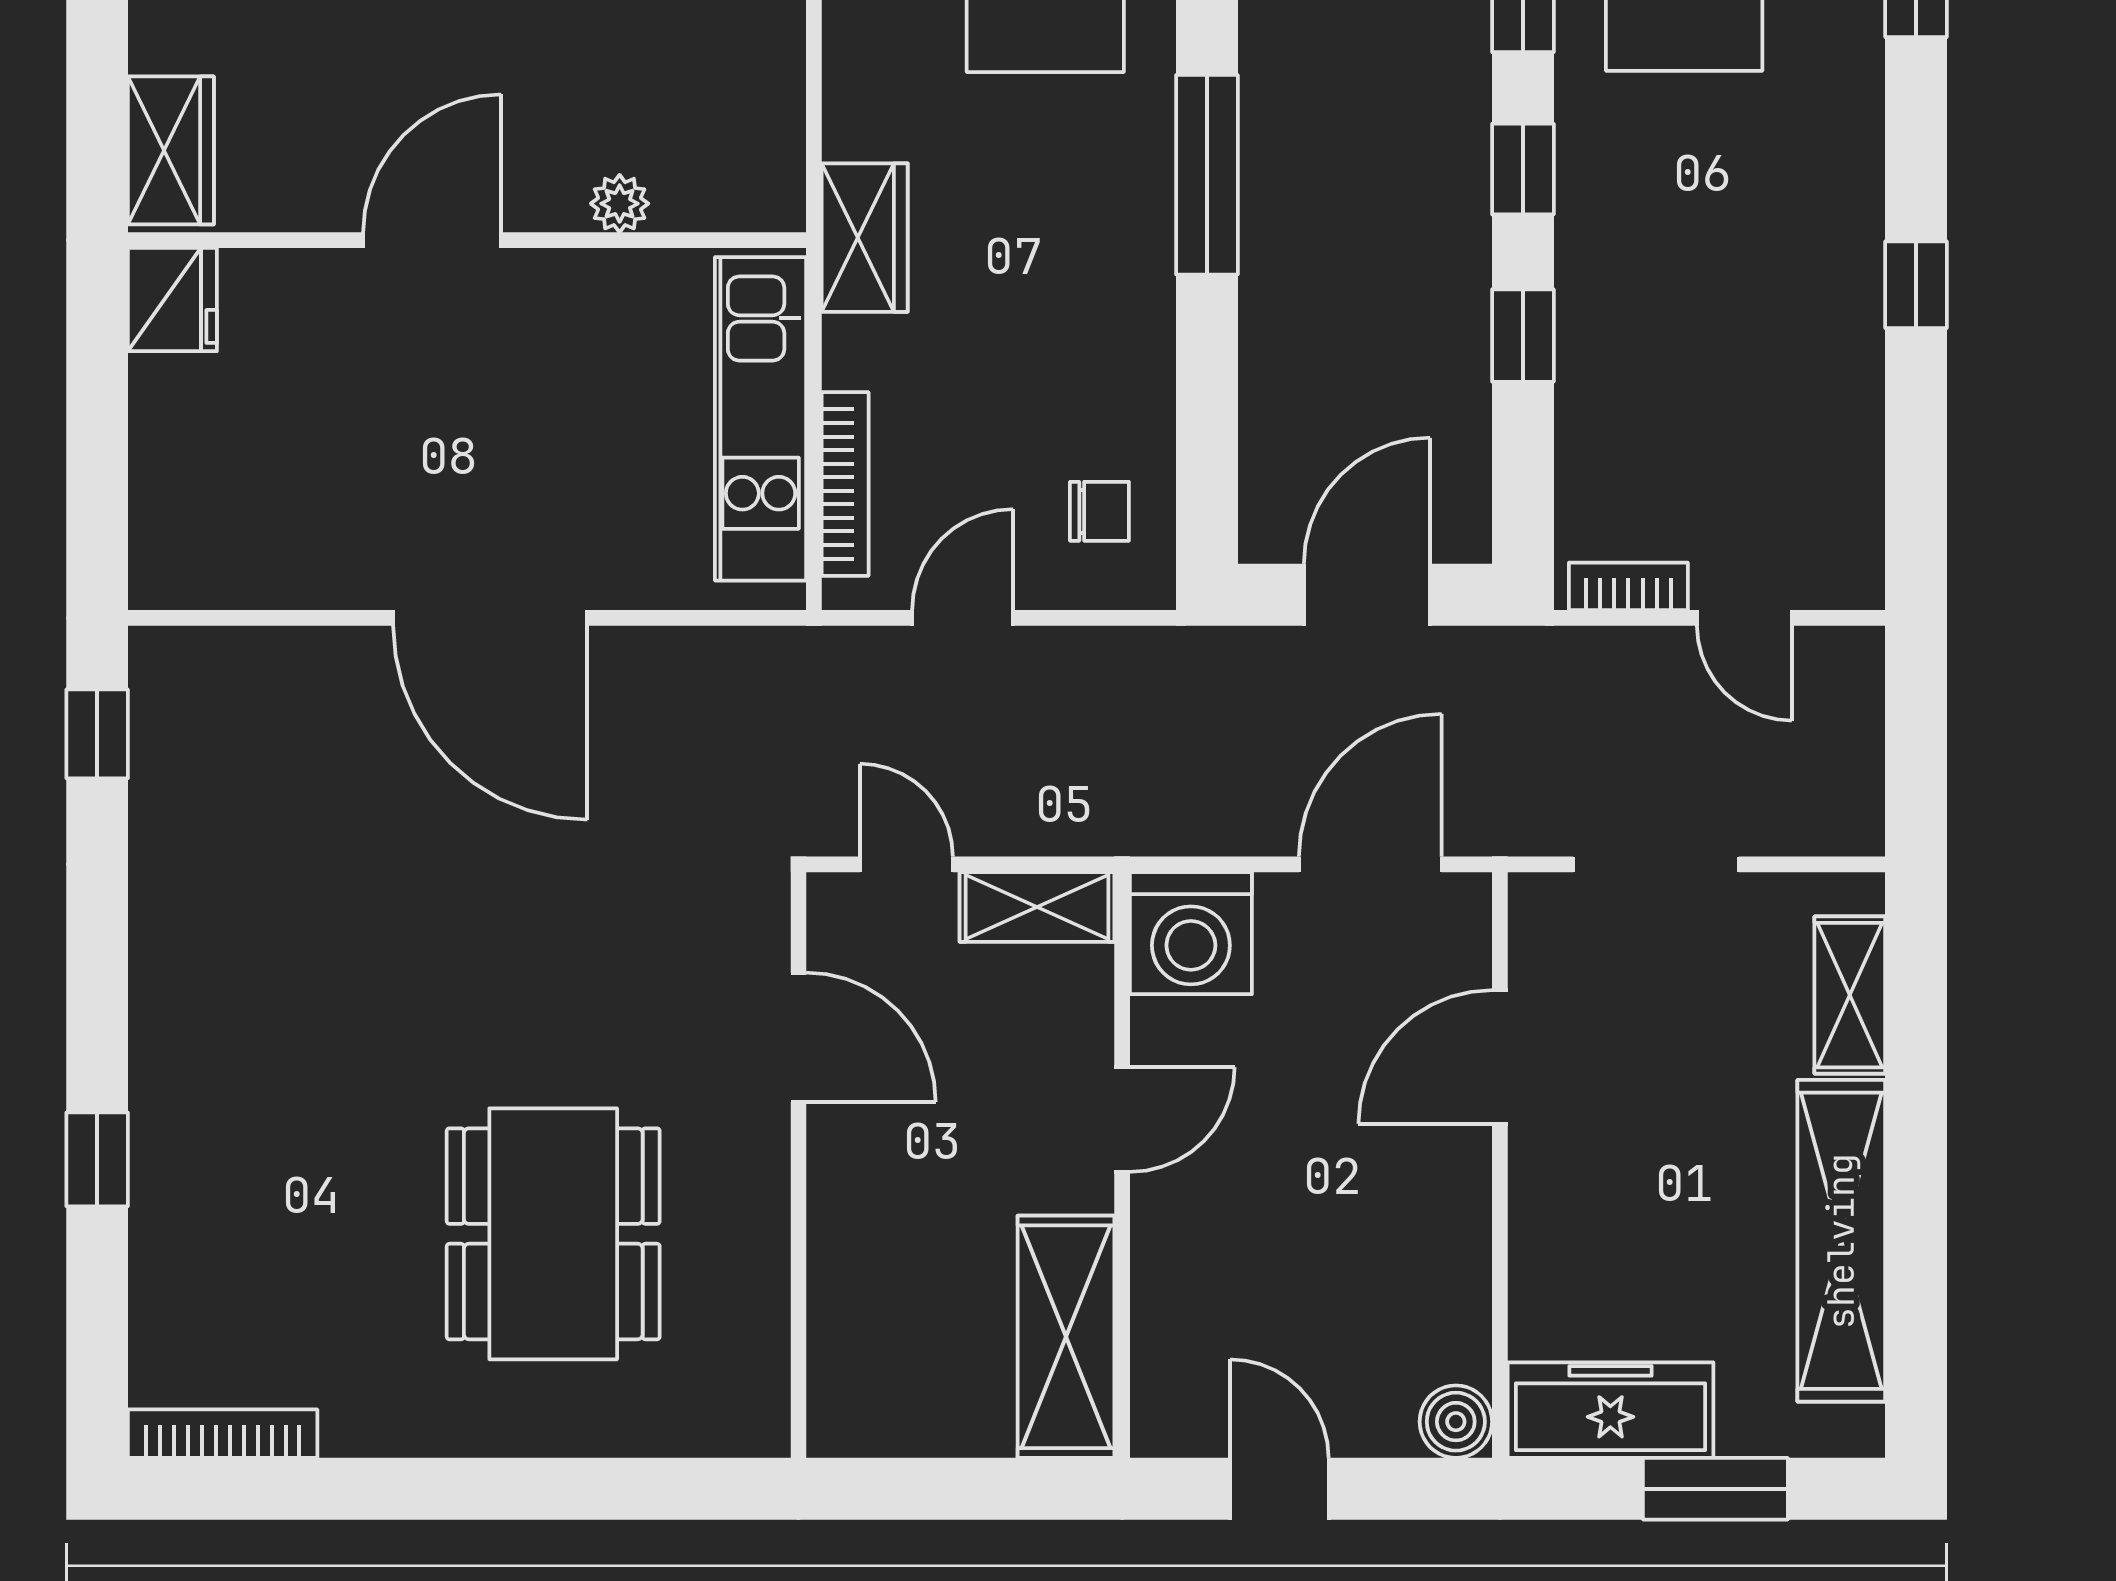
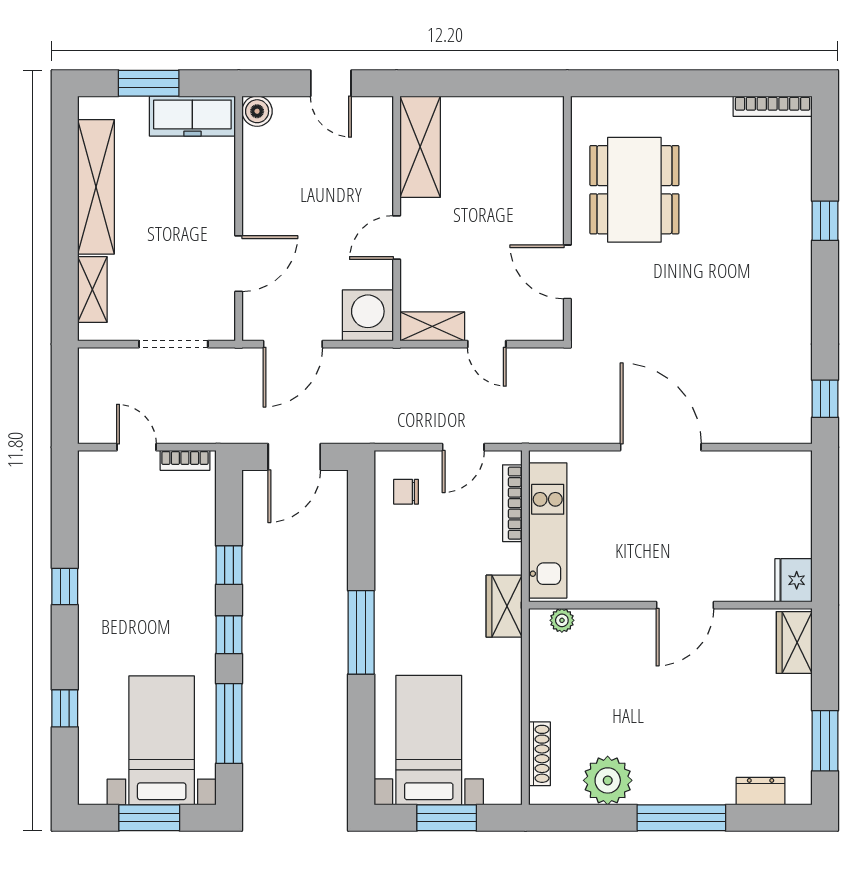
plant: (620, 204) -> (562, 620), moved
door: (798, 1037) -> (567, 272), moved
wall: (798, 1165) -> (567, 218), moved

